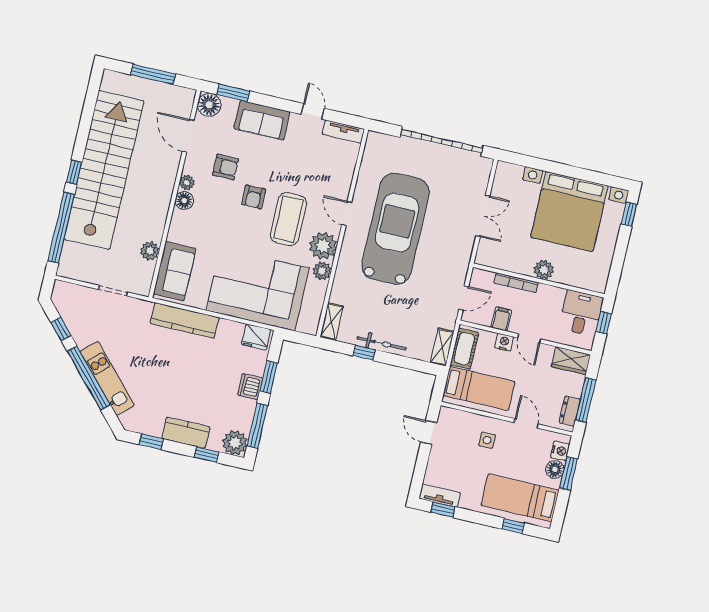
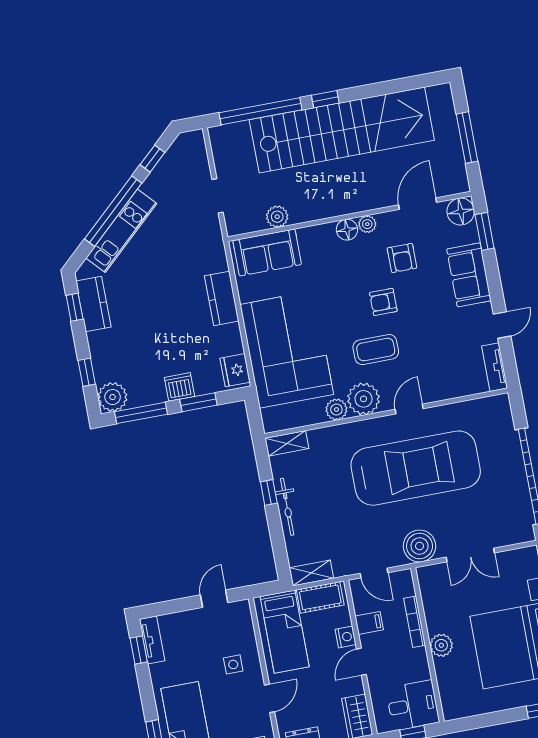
coffee table: (288, 219) -> (376, 350), width x0.73, depth x0.76
boiler: (458, 253) -> (420, 546), added
kitchen counter: (184, 320) -> (222, 298), width x0.67
kitchen counter: (186, 433) -> (93, 304), moved

